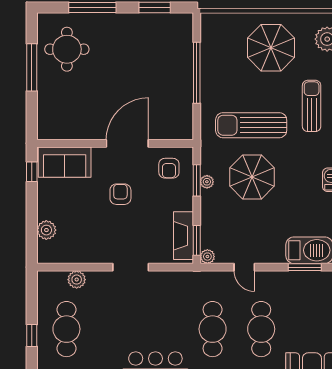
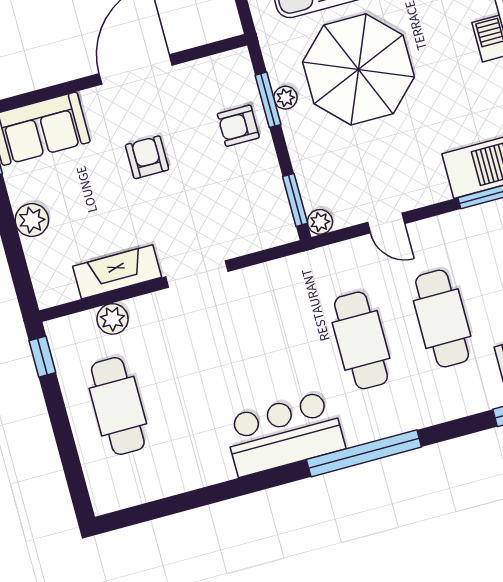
armchair: (169, 168) -> (238, 126), moved, turned 90
parasol: (252, 177) -> (358, 69), width x1.36, depth x1.36
plant: (46, 230) -> (32, 220), moved
fireplace: (183, 236) -> (117, 272), moved, turned 90
window: (32, 336) -> (42, 357), moved

